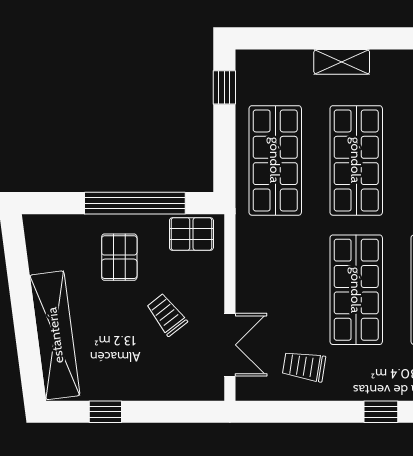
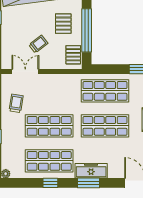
pallet: (119, 257) -> (63, 24), turned 90
double door: (230, 345) -> (25, 71), swing flipped

